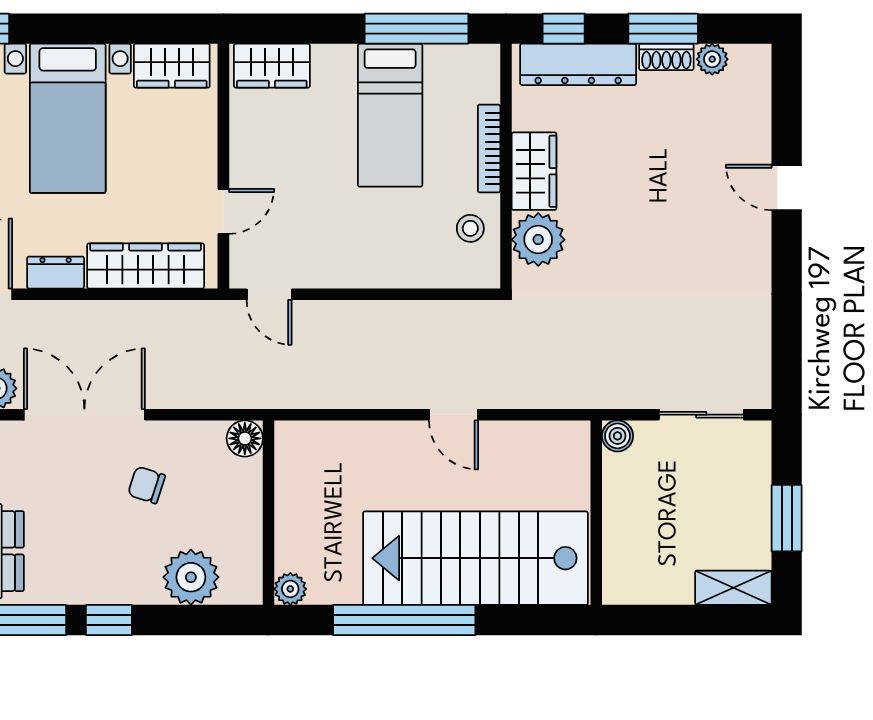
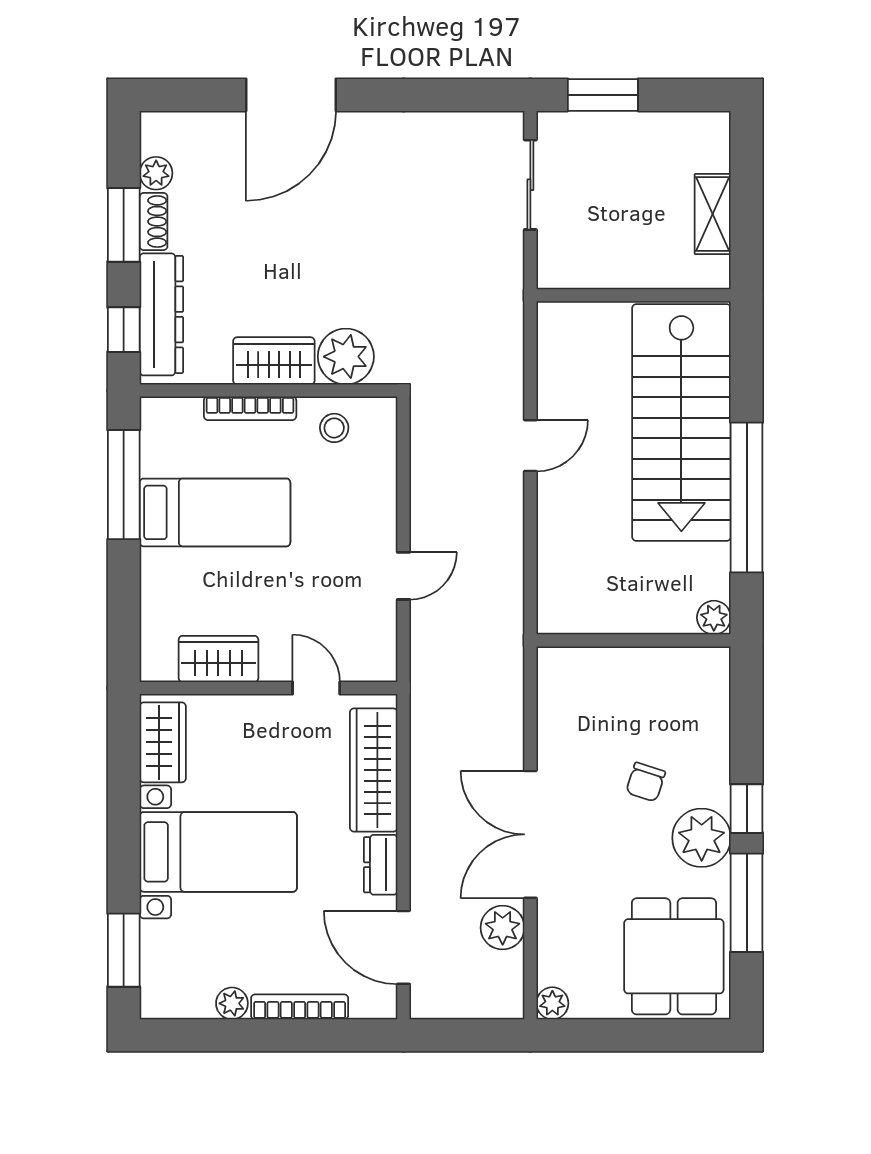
wardrobe: (272, 66) -> (218, 659), moved, turned -90
door: (787, 187) -> (291, 95), width x1.88
door: (269, 294) -> (403, 576), moved
boiler: (618, 436) -> (553, 273), removed
floor lamp: (245, 438) -> (555, 665), removed
chair: (147, 485) -> (646, 782), moved
window: (787, 518) -> (603, 95), moved
plant: (191, 577) -> (702, 838), moved
shelving: (733, 588) -> (713, 214), moved

